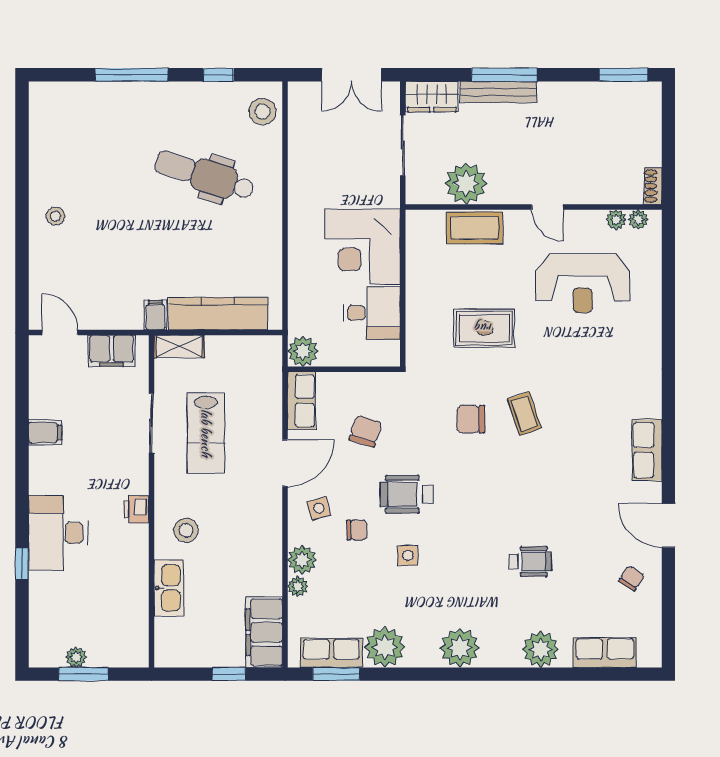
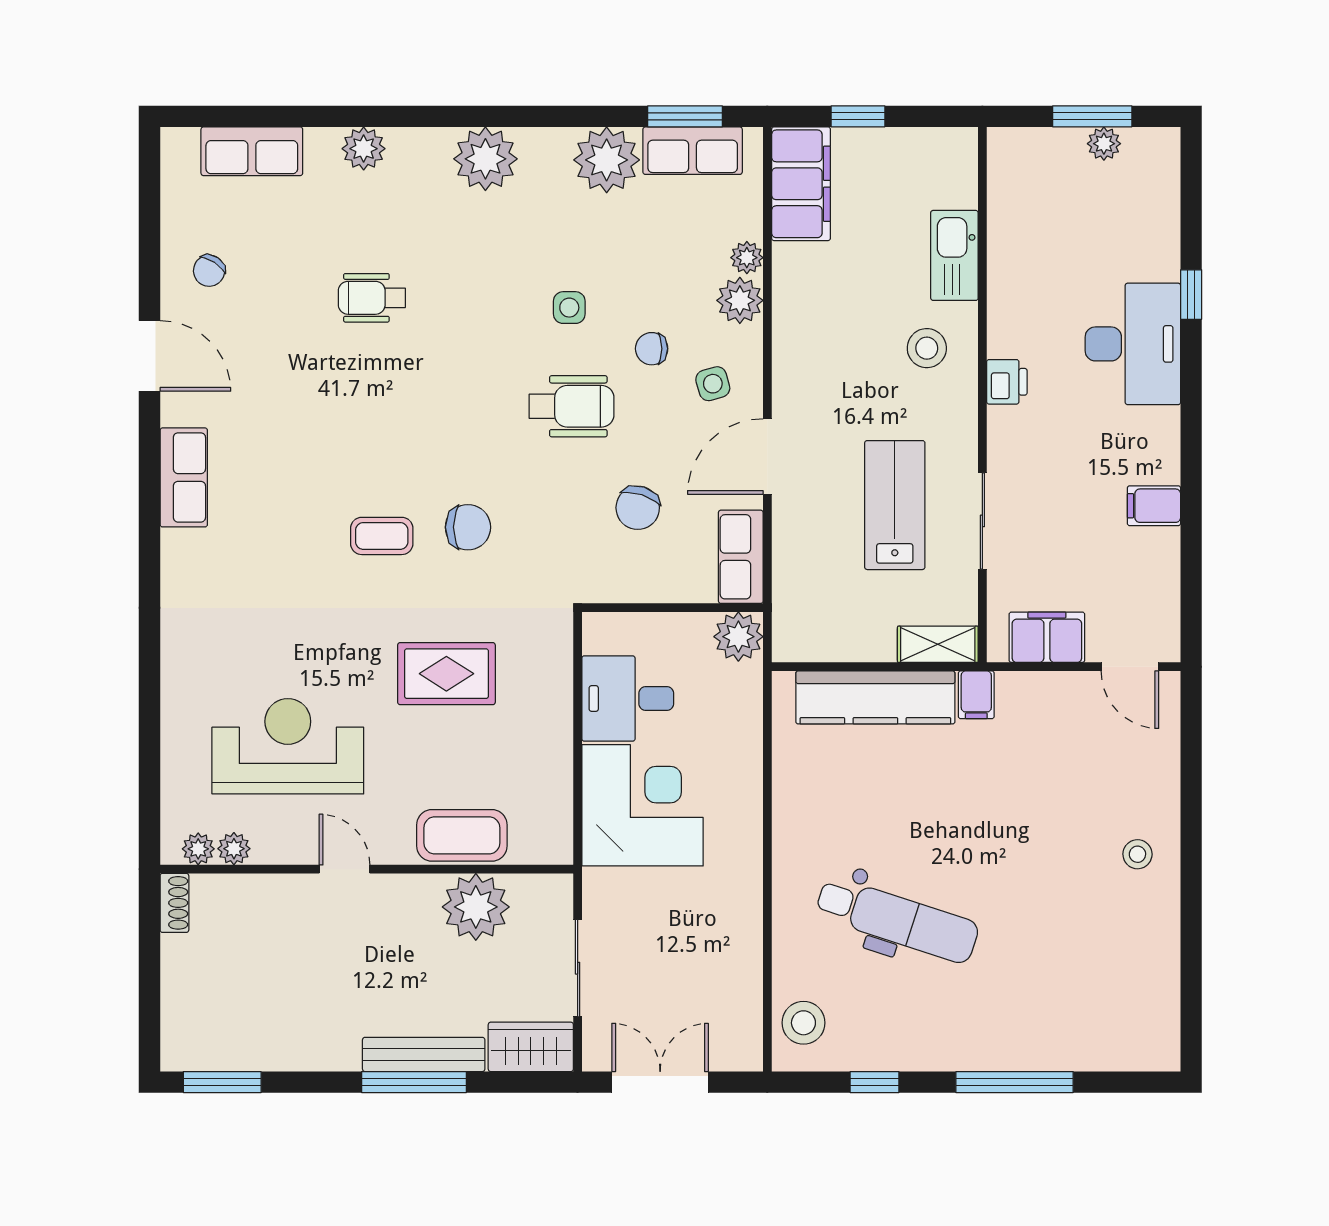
coffee table: (524, 414) -> (382, 536), turned -71
plant: (540, 649) -> (364, 149), width x0.73, depth x0.73

